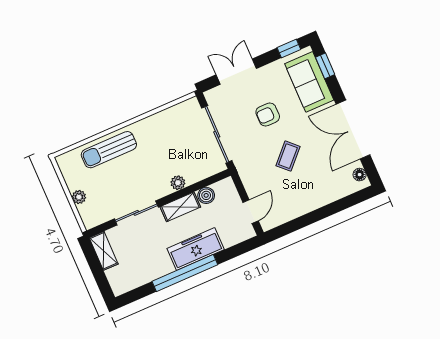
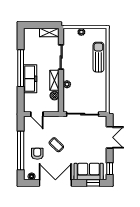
armchair: (268, 114) -> (37, 154), moved
window: (324, 212) -> (21, 150), added

